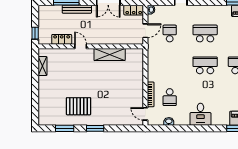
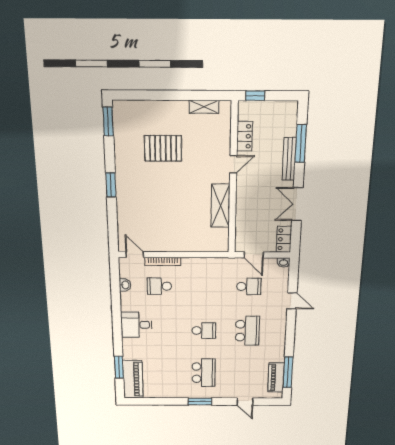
school desk: (205, 65) -> (204, 331), width x0.54
pallet: (79, 106) -> (163, 148), moved, turned 90
door: (145, 114) -> (135, 254), hinge flipped
window: (65, 128) -> (108, 122), moved

